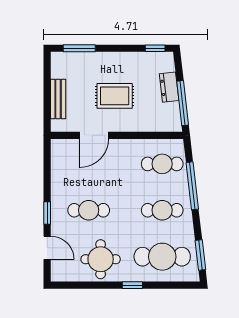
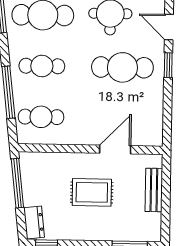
dresser: (169, 87) -> (34, 223), moved
cafe table: (89, 210) -> (122, 67), width x1.37, depth x1.35

